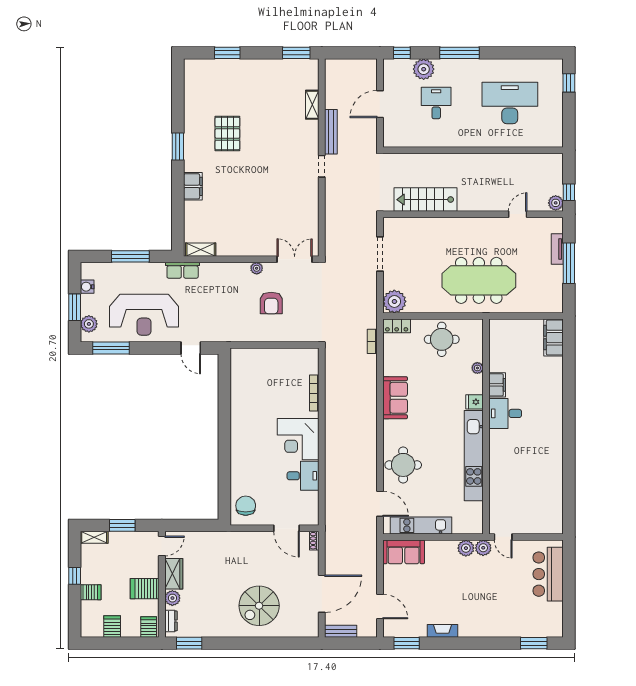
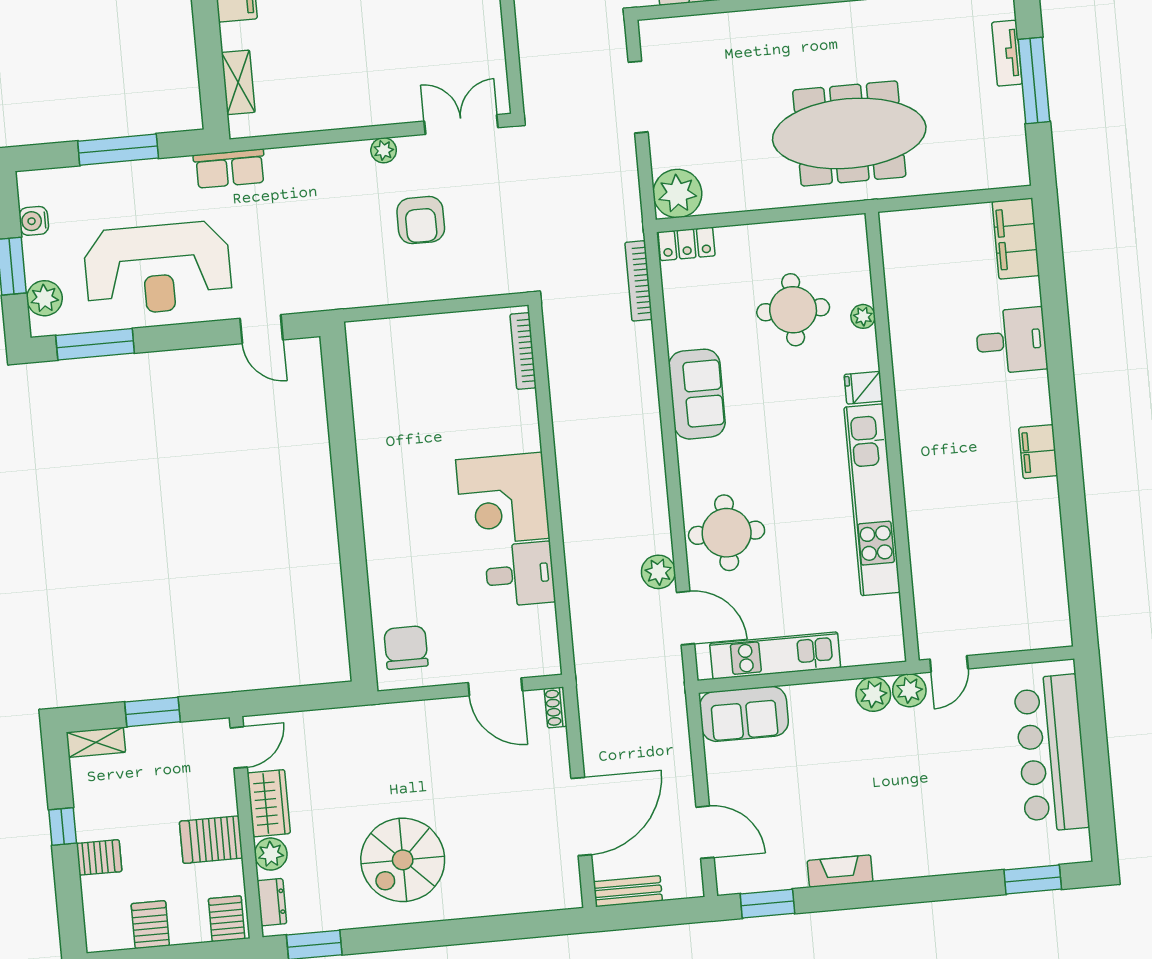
shelving: (201, 250) -> (238, 82), moved, turned 90
round table: (442, 339) -> (793, 310), moved
bookcase: (372, 341) -> (639, 281), width x1.56
filing cabinet: (497, 385) -> (1038, 452), moved, turned 180
bookcase: (314, 393) -> (523, 351), moved
desk: (505, 413) -> (1011, 341), moved, turned 180
plant: (369, 481) -> (658, 572), added
door: (503, 537) -> (949, 664), hinge flipped
bar counter: (548, 574) -> (1051, 753), width x1.36
spiral stairs: (259, 606) -> (403, 860), moved

